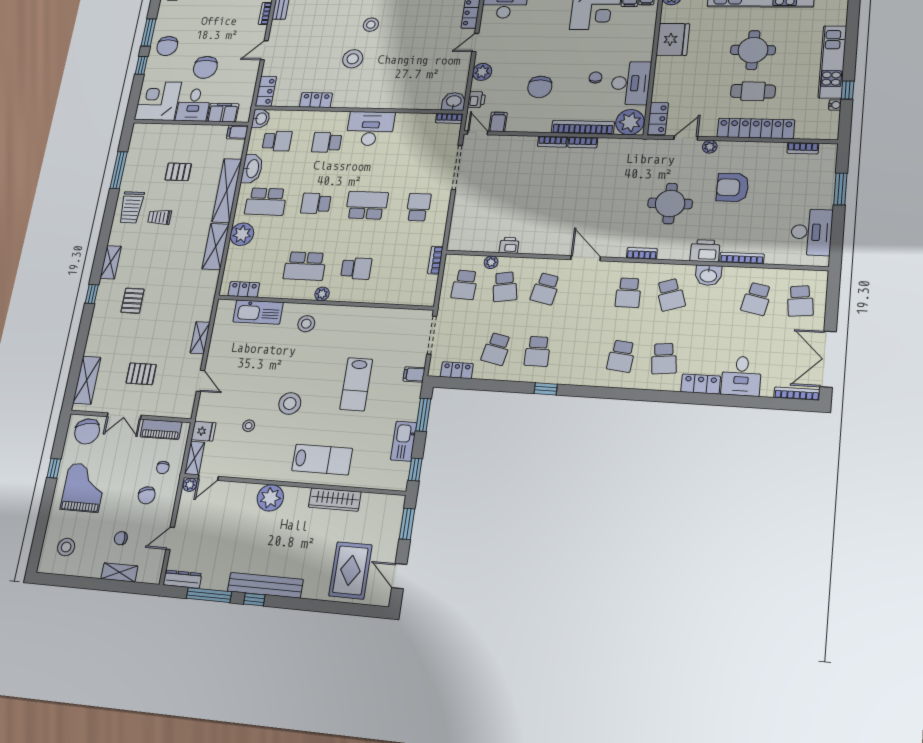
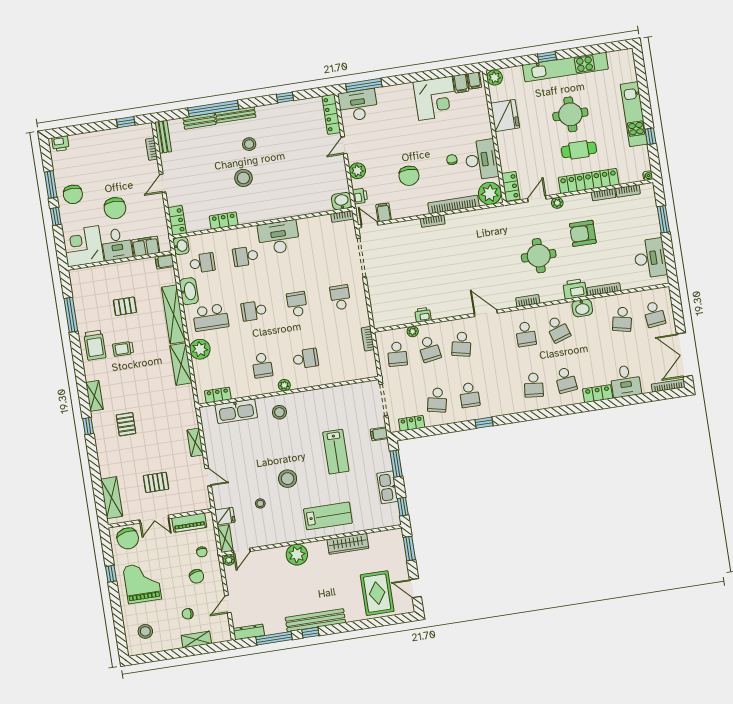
water cooler: (835, 105) -> (648, 176), moved
bookcase: (583, 142) -> (604, 195), moved
school desk: (367, 205) -> (297, 304), width x0.54
school desk: (305, 266) -> (262, 365), width x0.54

